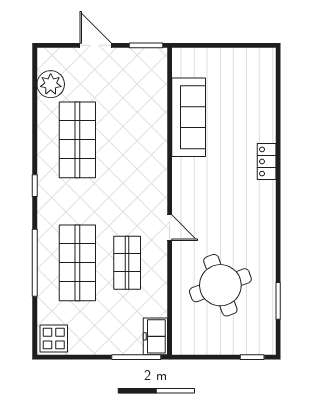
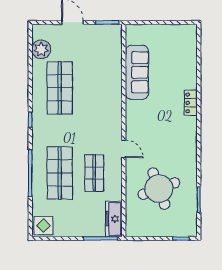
freezer: (155, 336) -> (114, 219), width x1.40

